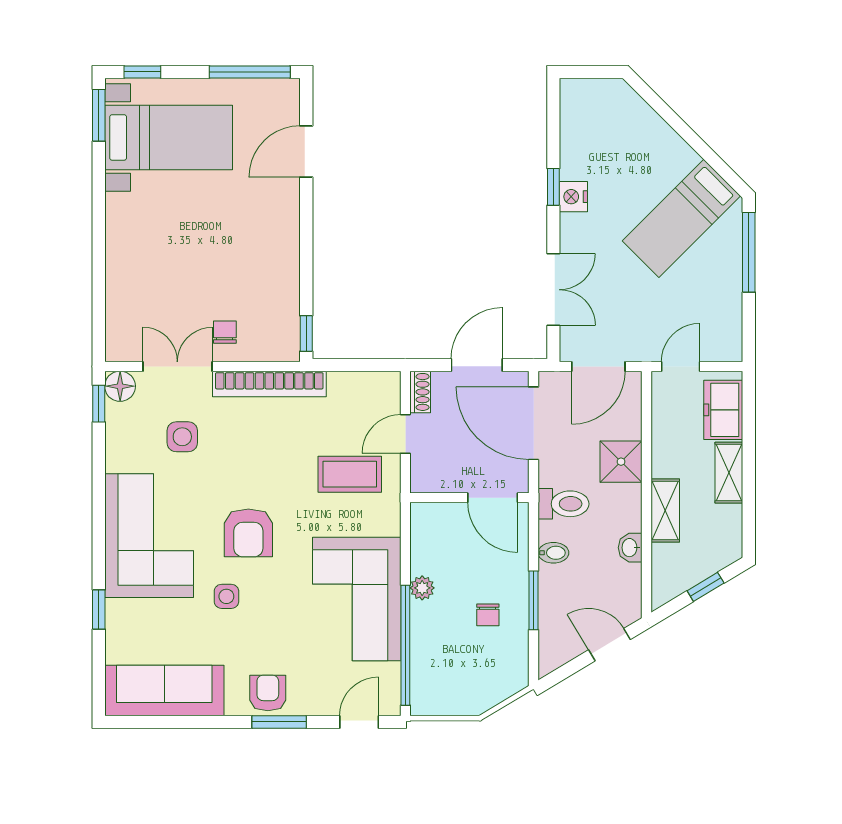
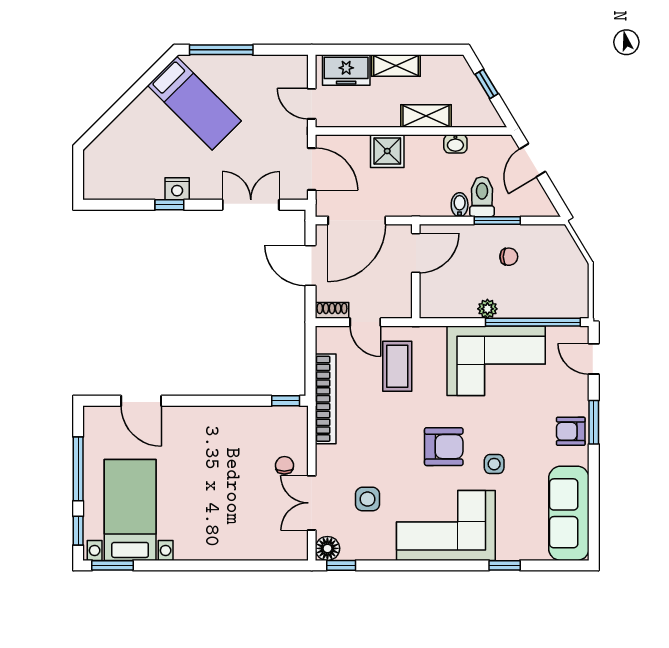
window: (250, 72) -> (78, 469), moved
chair: (225, 332) -> (284, 465), turned 90
bookcase: (269, 384) -> (326, 399), moved
toilet: (563, 504) -> (482, 197), moved

